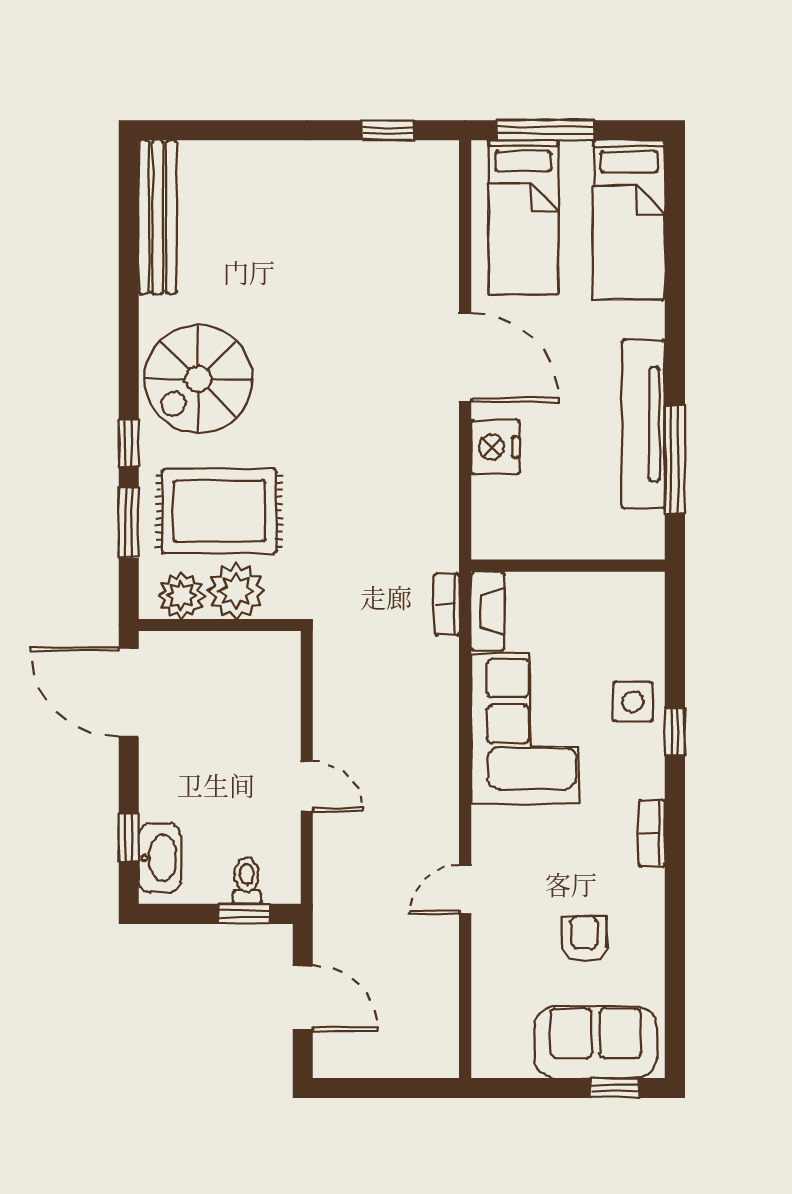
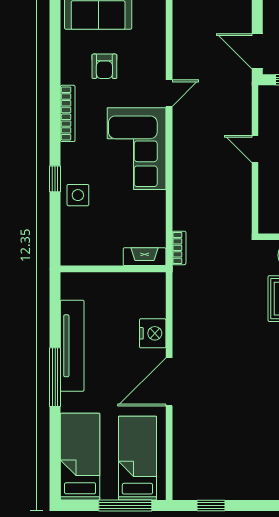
door: (465, 358) -> (169, 382), hinge flipped
window: (675, 460) -> (55, 377), moved
fireplace: (488, 611) -> (145, 257), moved, turned 90
corner sofa: (525, 729) -> (137, 149), moved
bookcase: (652, 833) -> (68, 113), width x1.56
door: (303, 998) -> (257, 51), moved

